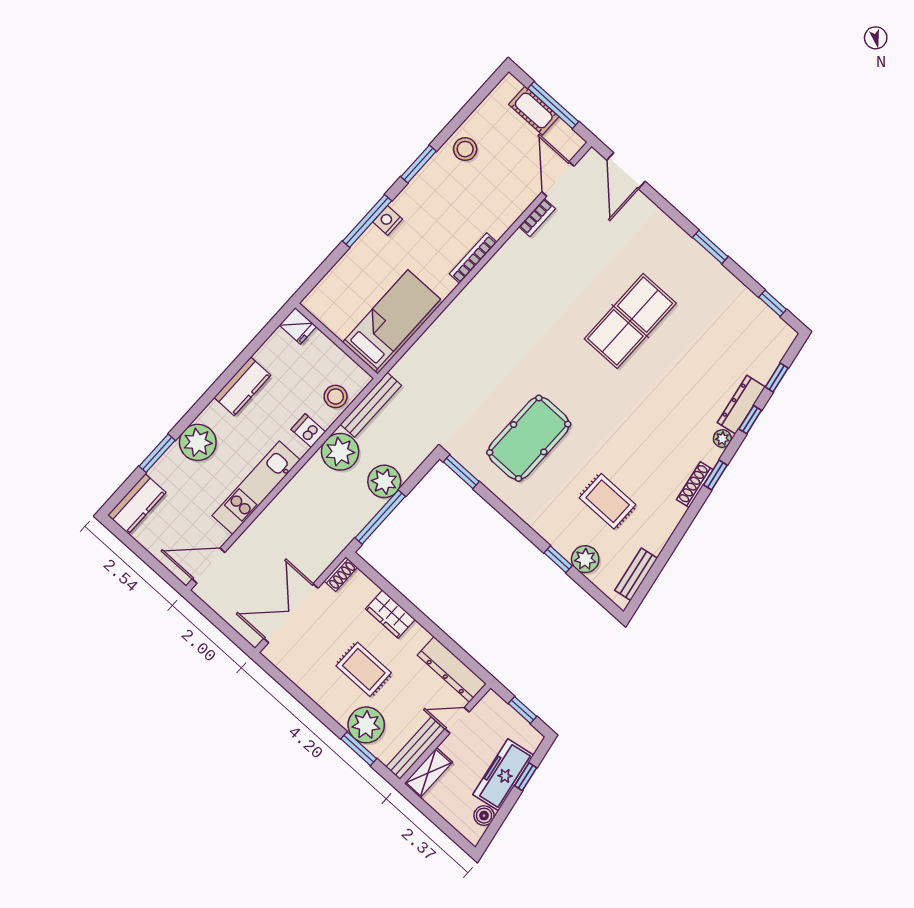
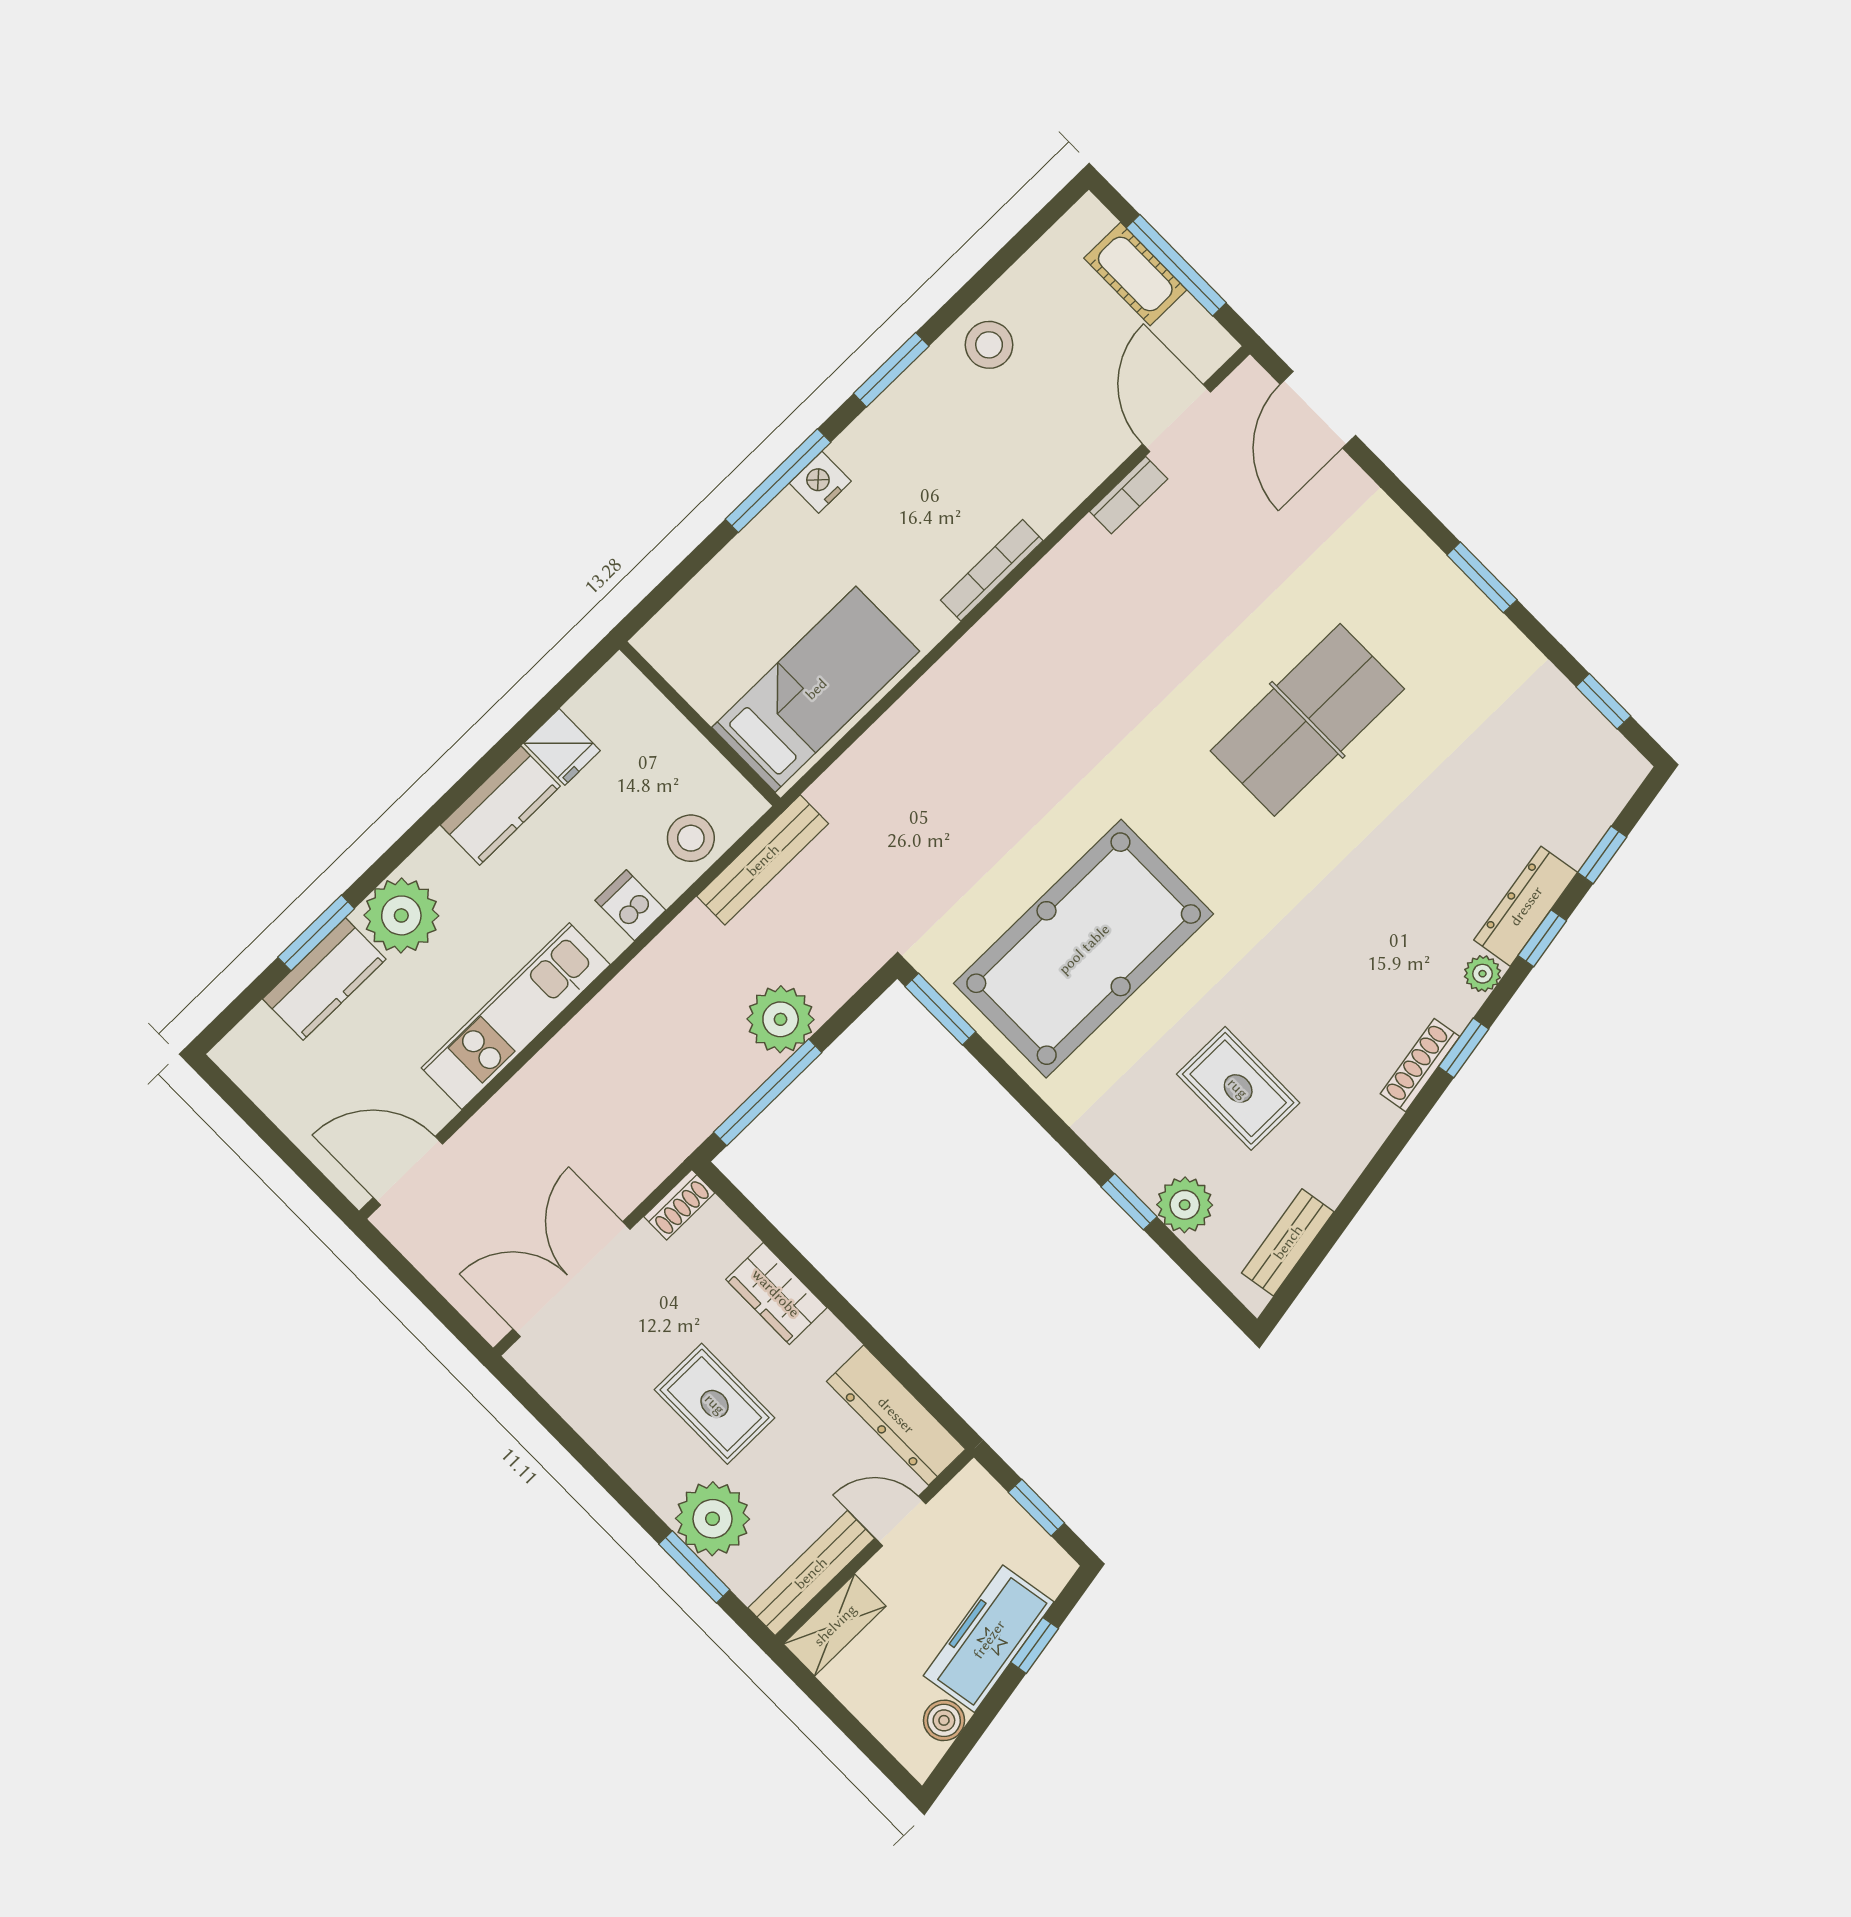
fridge: (298, 326) -> (562, 747), moved
pool table: (529, 438) -> (1084, 949), width x1.36, depth x1.32
plant: (340, 452) -> (693, 953), removed
kitchen counter: (137, 504) -> (324, 979), moved

